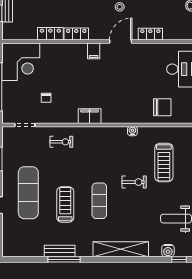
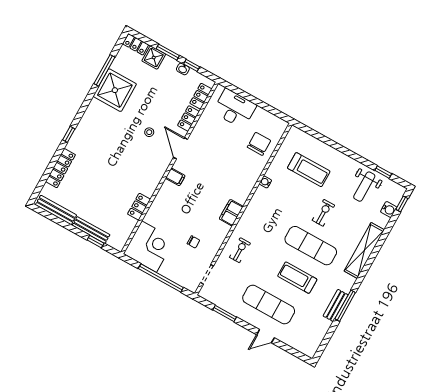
locker: (76, 34) -> (201, 96), moved
exercise bike: (134, 182) -> (323, 213), moved
exercise mat: (99, 201) -> (311, 246), width x1.36, depth x1.45

